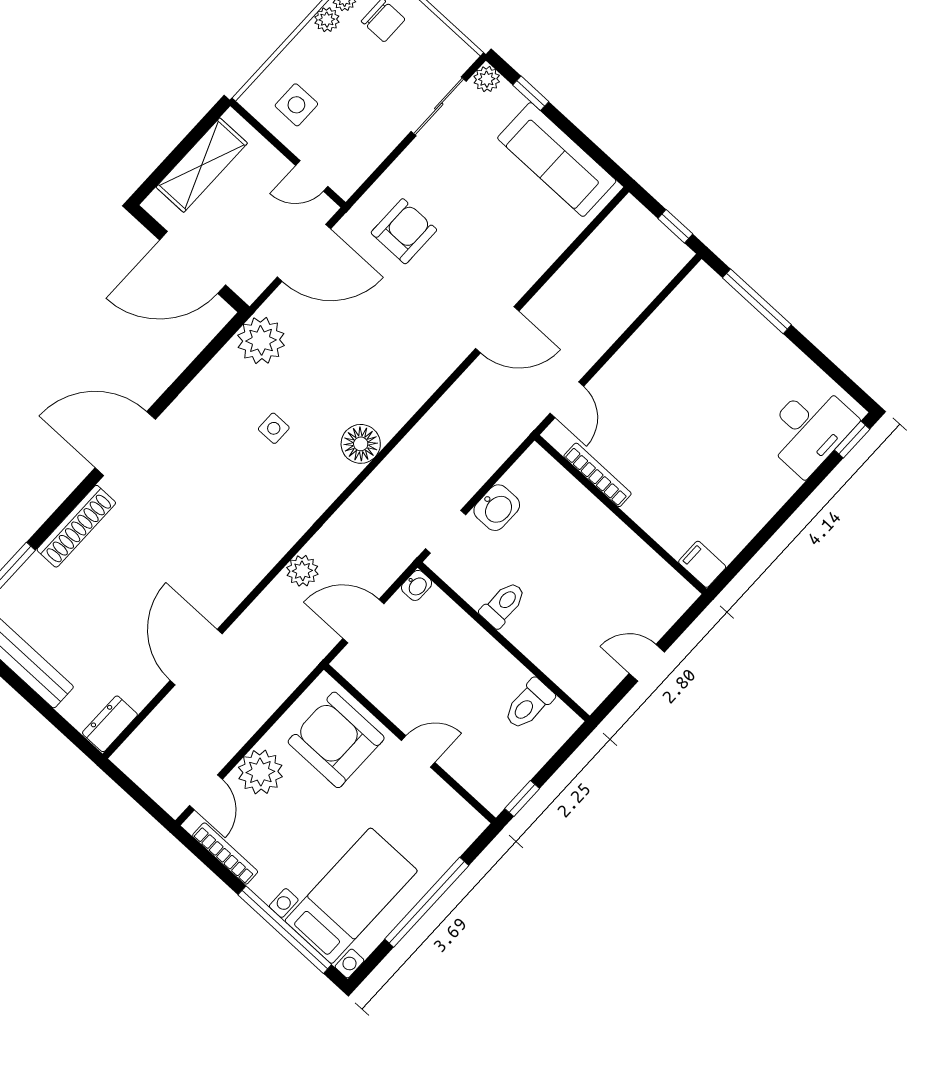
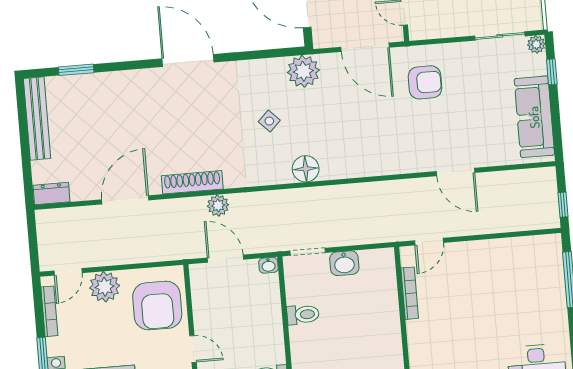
door: (497, 330) -> (455, 172), moved
side table: (274, 428) -> (269, 121), turned 45
shoe rack: (76, 526) -> (192, 182), moved, turned 180
armchair: (336, 740) -> (157, 306), turned 180

